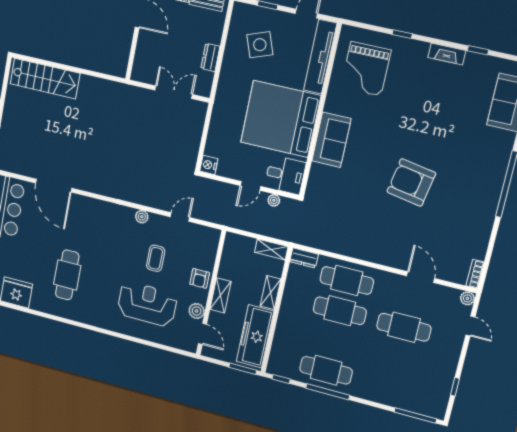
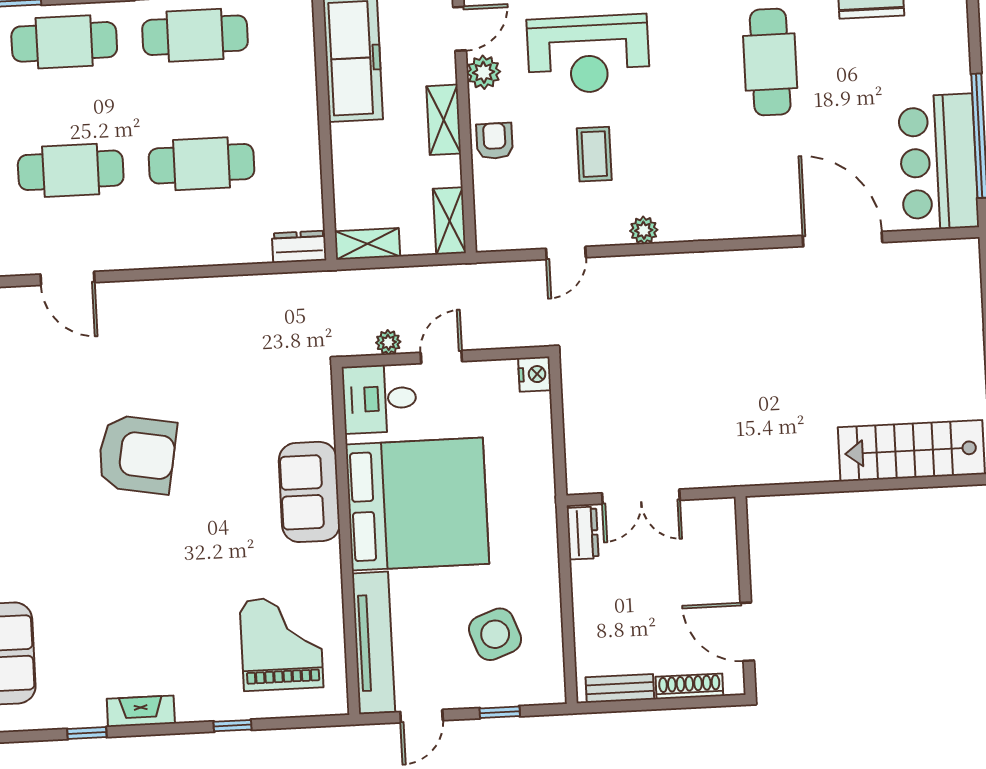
dresser: (210, 57) -> (583, 533), moved
cafe table: (347, 280) -> (64, 42), moved
shelving: (271, 293) -> (449, 221), moved
door: (202, 334) -> (460, 29), swing flipped

